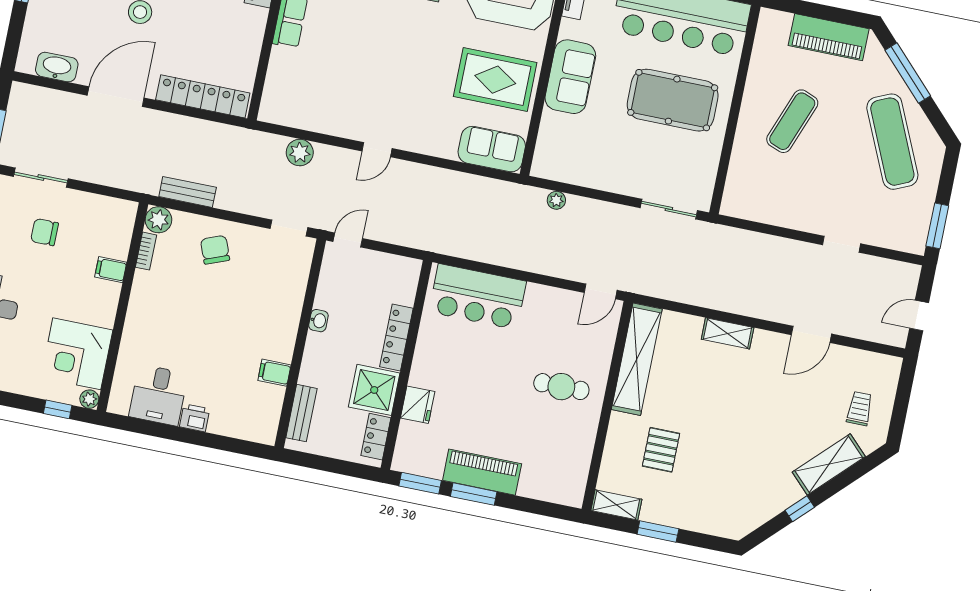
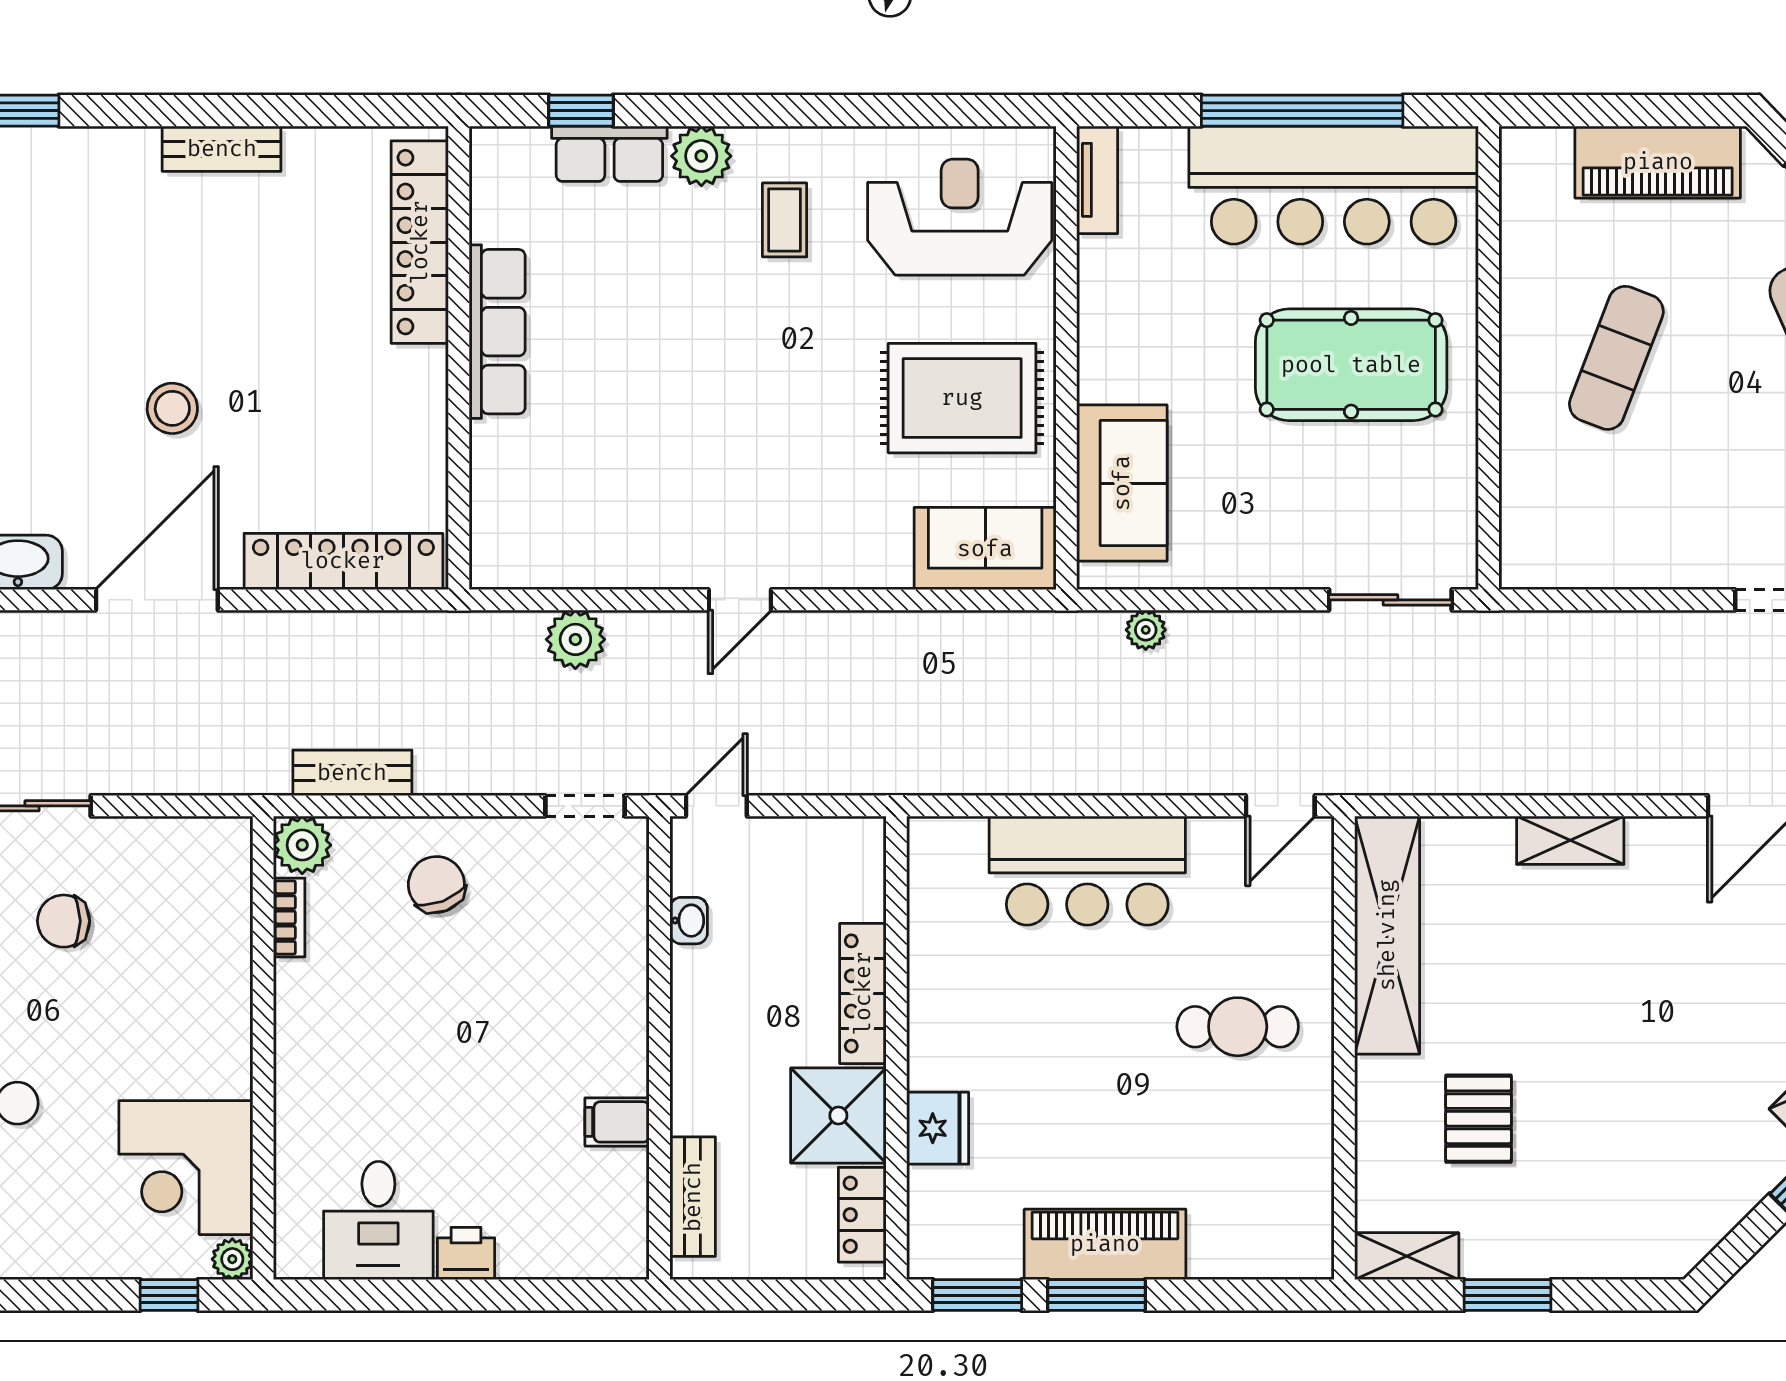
sofa: (570, 77) -> (1122, 483), moved
filing cabinet: (111, 270) -> (222, 973), removed
bar counter: (478, 297) -> (1087, 871), moved
washbasin: (318, 321) -> (689, 921), moved

